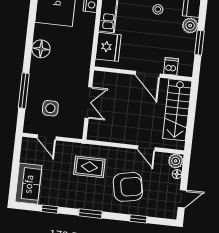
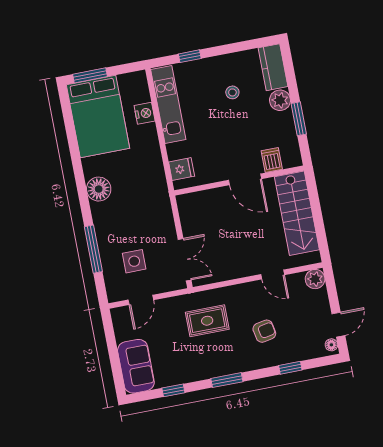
fridge: (108, 47) -> (182, 169), width x0.53, depth x0.75
double door: (88, 103) -> (185, 260), moved
door: (47, 137) -> (141, 300), hinge flipped
floor lamp: (177, 174) -> (331, 345), moved
armchair: (128, 187) -> (264, 331), width x0.53, depth x0.53

